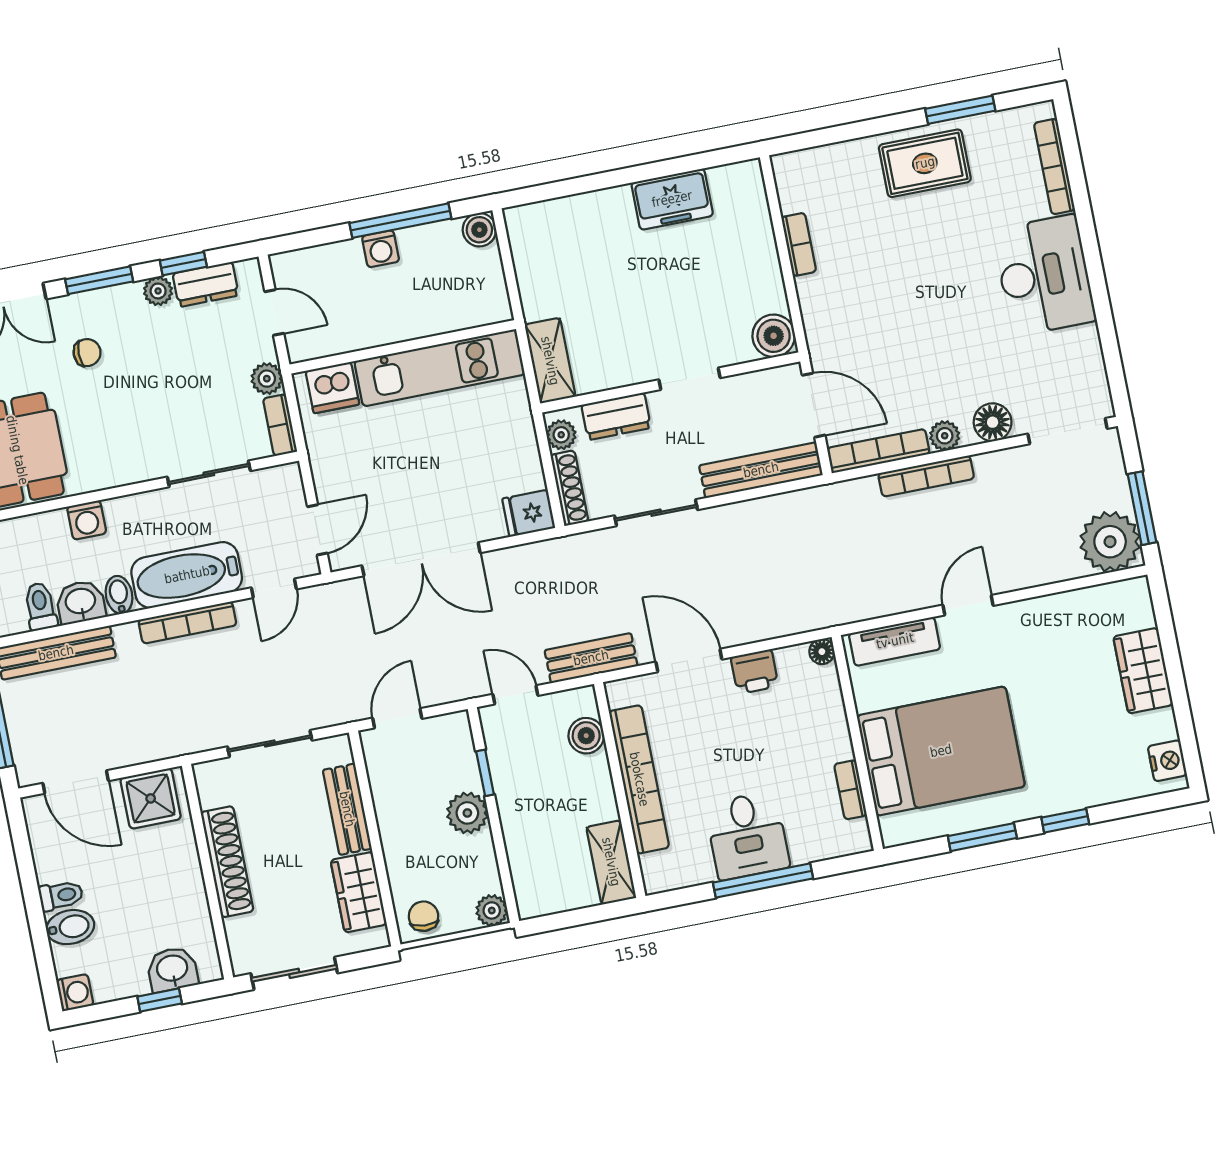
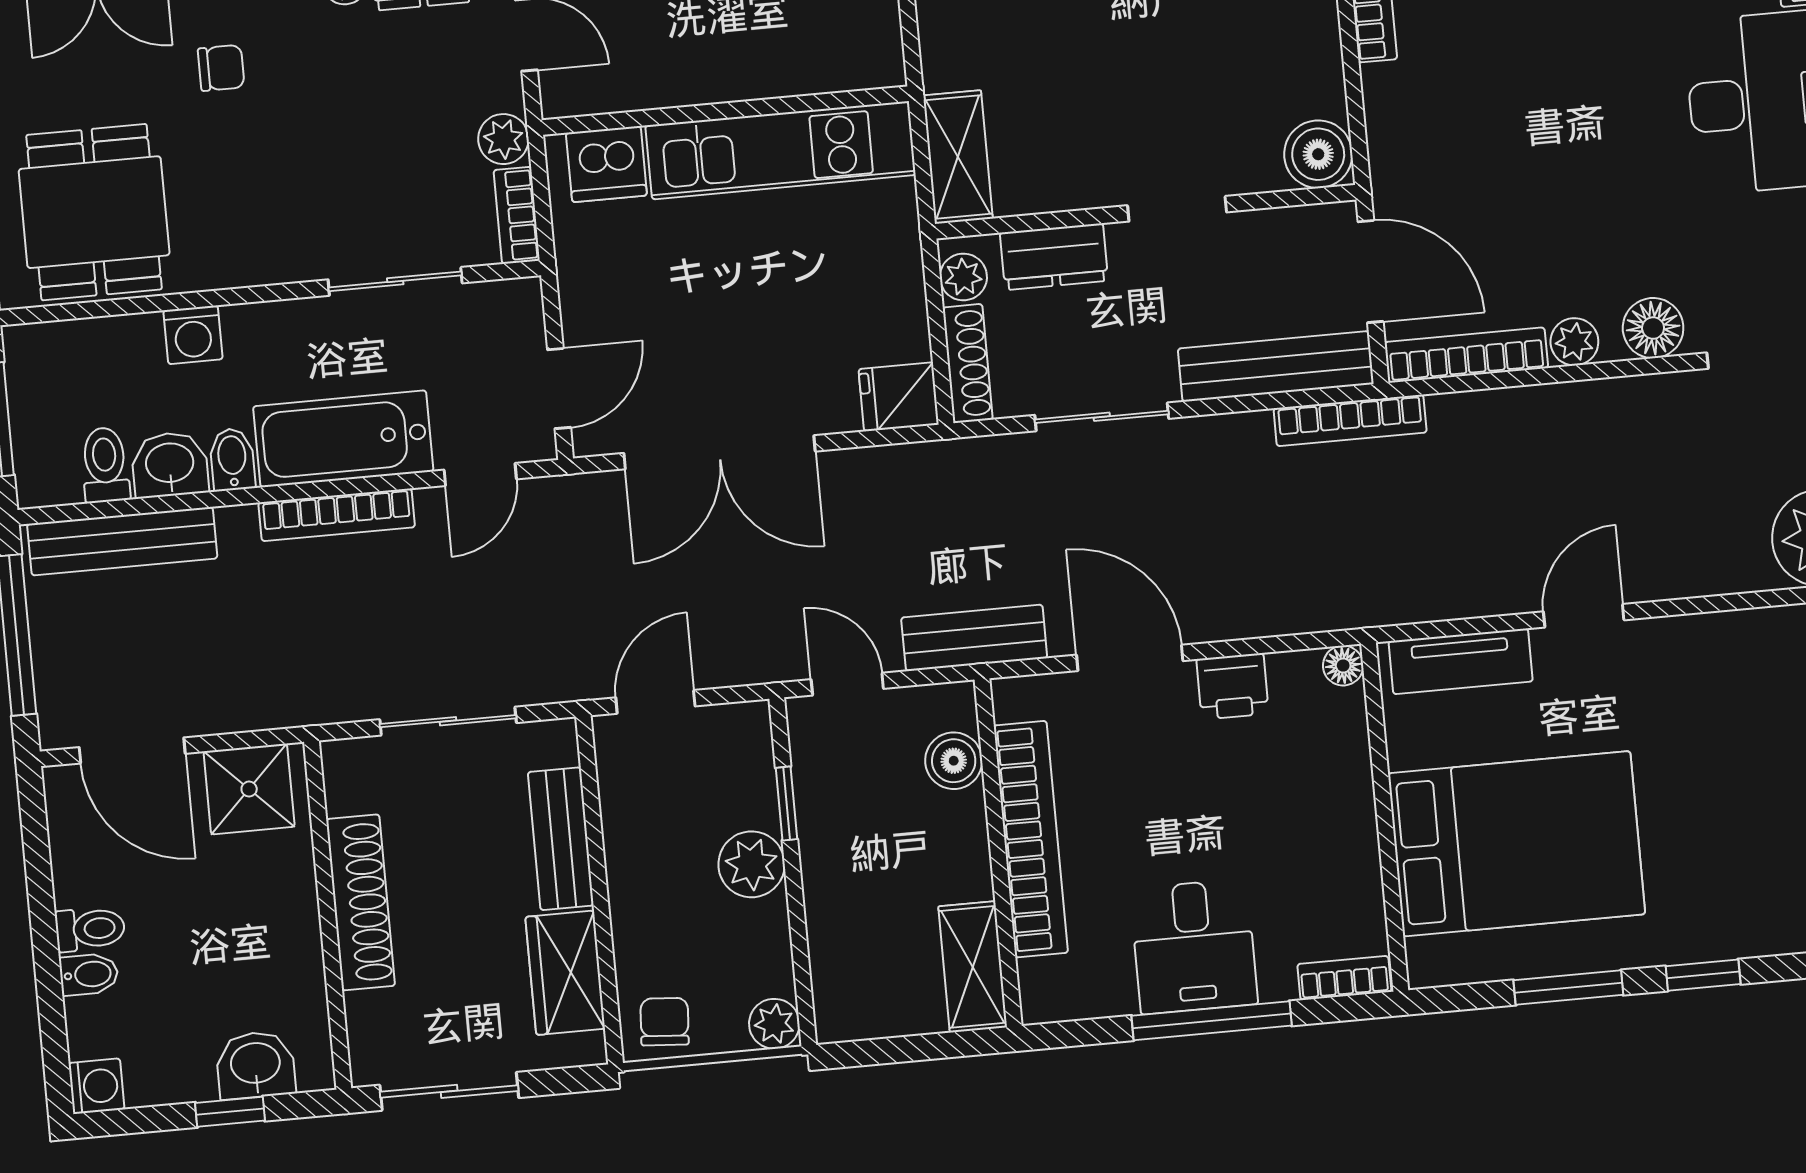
bookcase: (926, 476) -> (1350, 420), moved
bookcase: (850, 790) -> (1344, 978), moved, turned 90
bidet: (70, 927) -> (89, 974), width x0.72, depth x0.74

